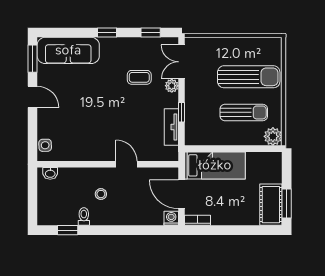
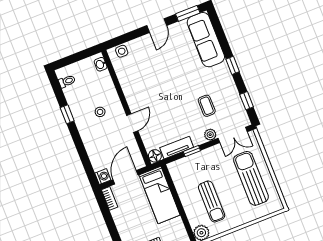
double door: (182, 62) -> (233, 135), swing flipped
sun lounger: (249, 77) -> (251, 178), moved, turned 180
floor lamp: (171, 154) -> (155, 156), added
toilet: (84, 217) -> (67, 81), moved
window: (68, 230) -> (67, 114), moved

